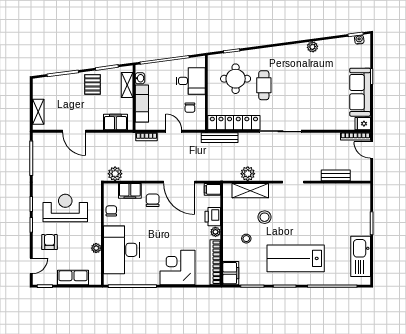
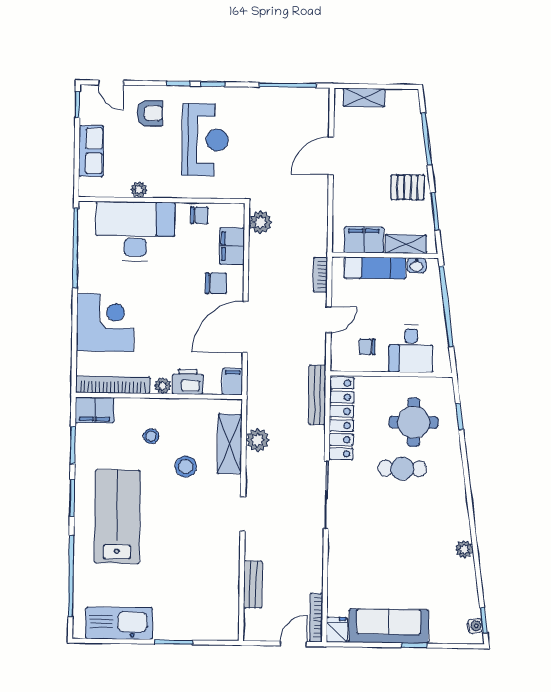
filing cabinet: (115, 122) -> (364, 240), moved, turned -90

